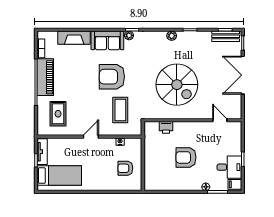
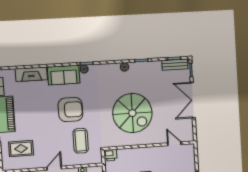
armchair: (112, 77) -> (70, 110), turned 180
rug: (58, 114) -> (21, 149), turned 90
printer: (166, 127) -> (110, 155), moved

